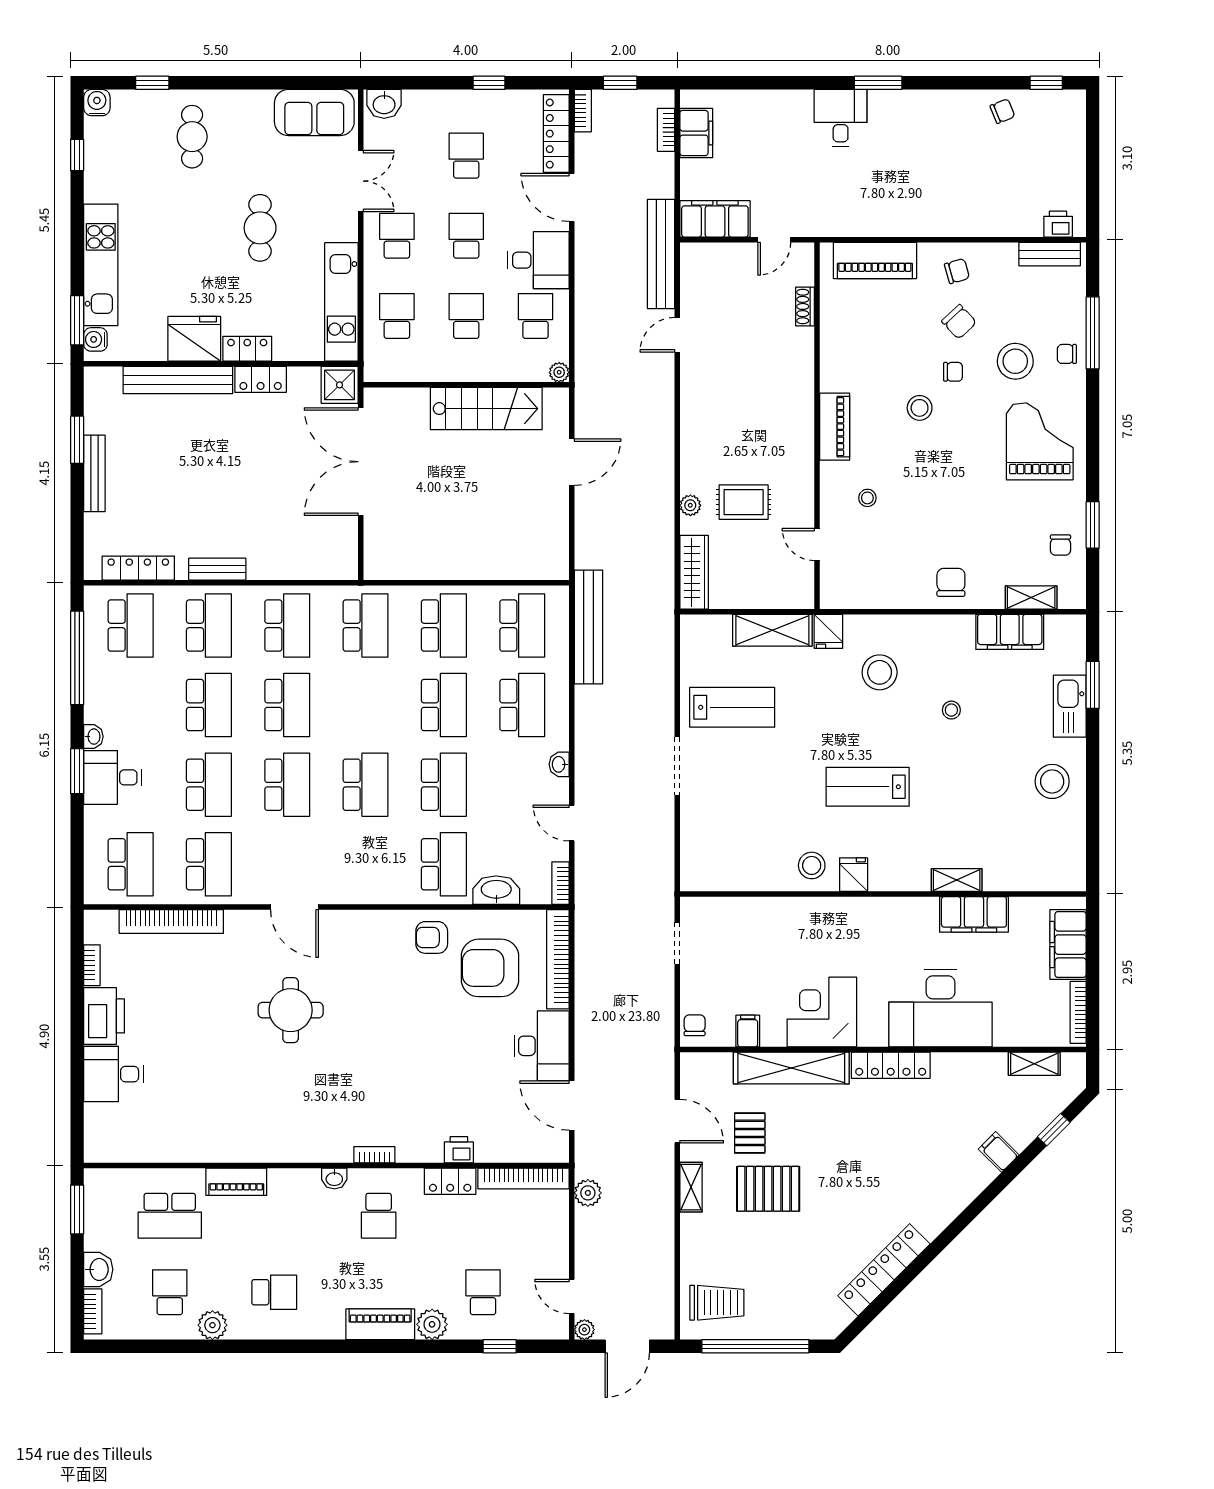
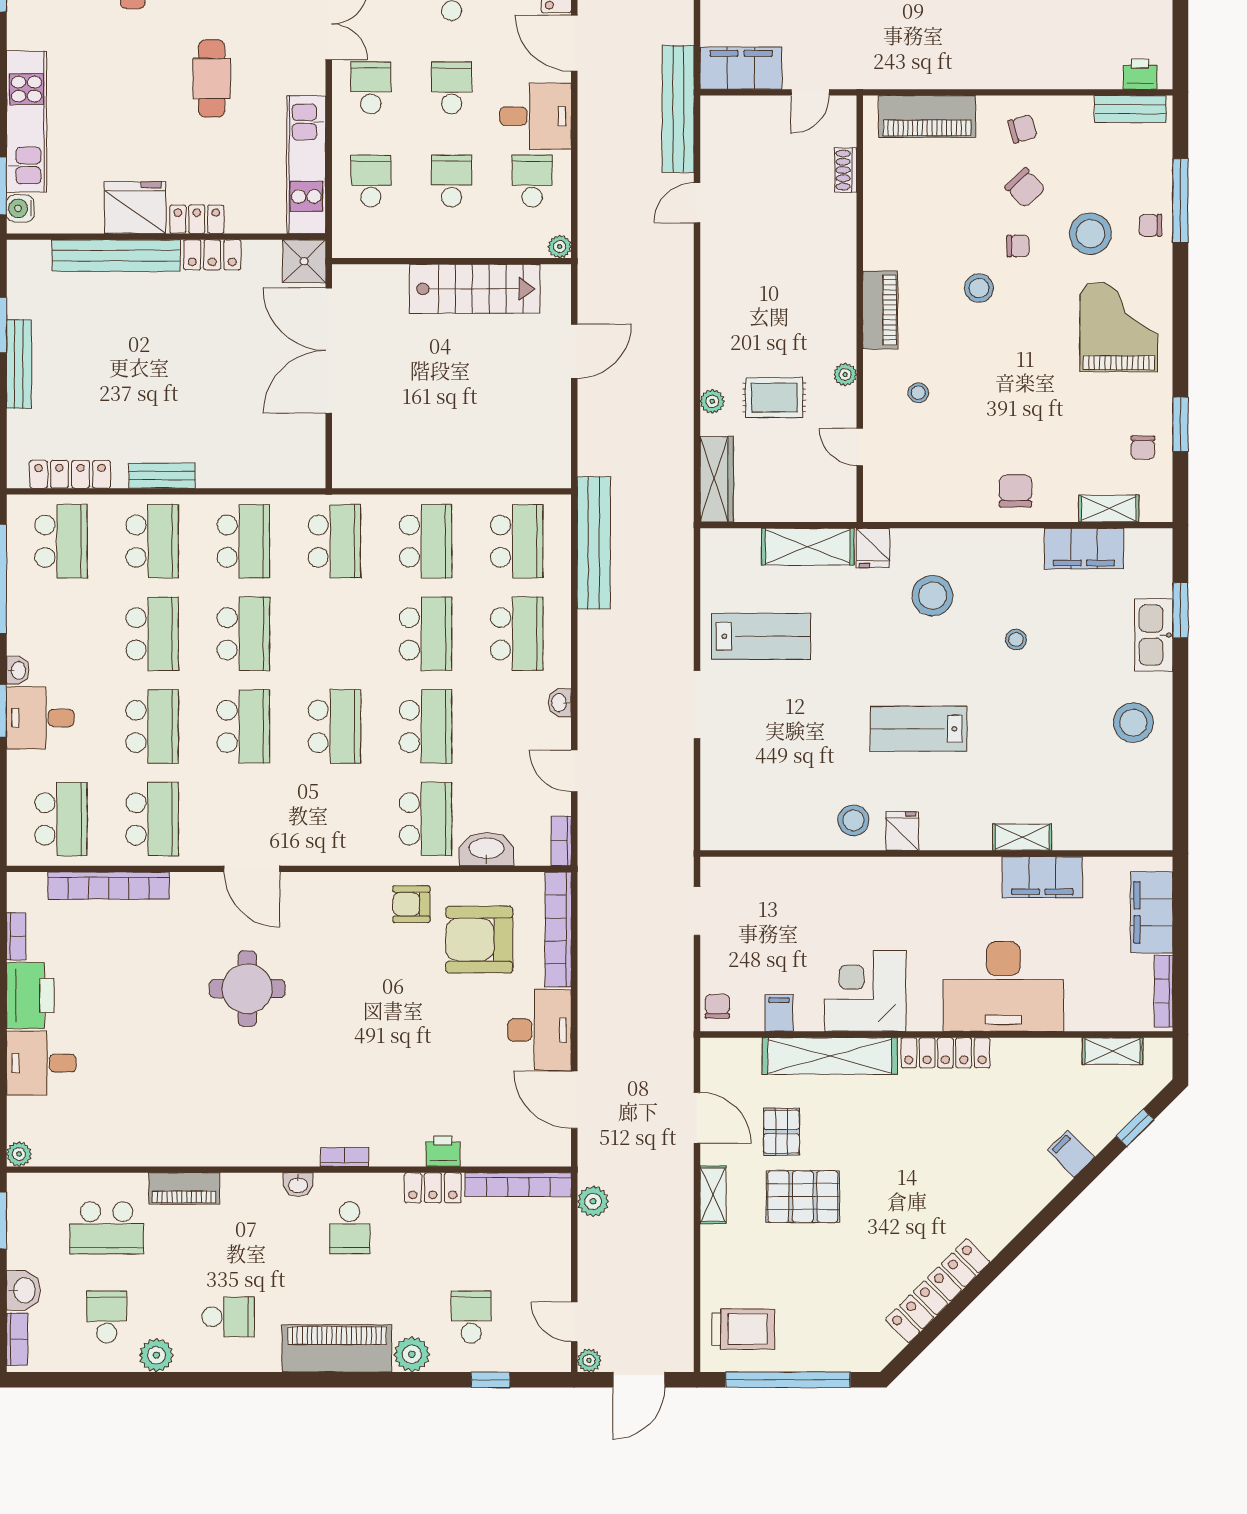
plant: (804, 482) -> (845, 375), added
plant: (94, 1152) -> (19, 1154), added
piano: (380, 1324) -> (337, 1348), width x1.37, depth x1.33

